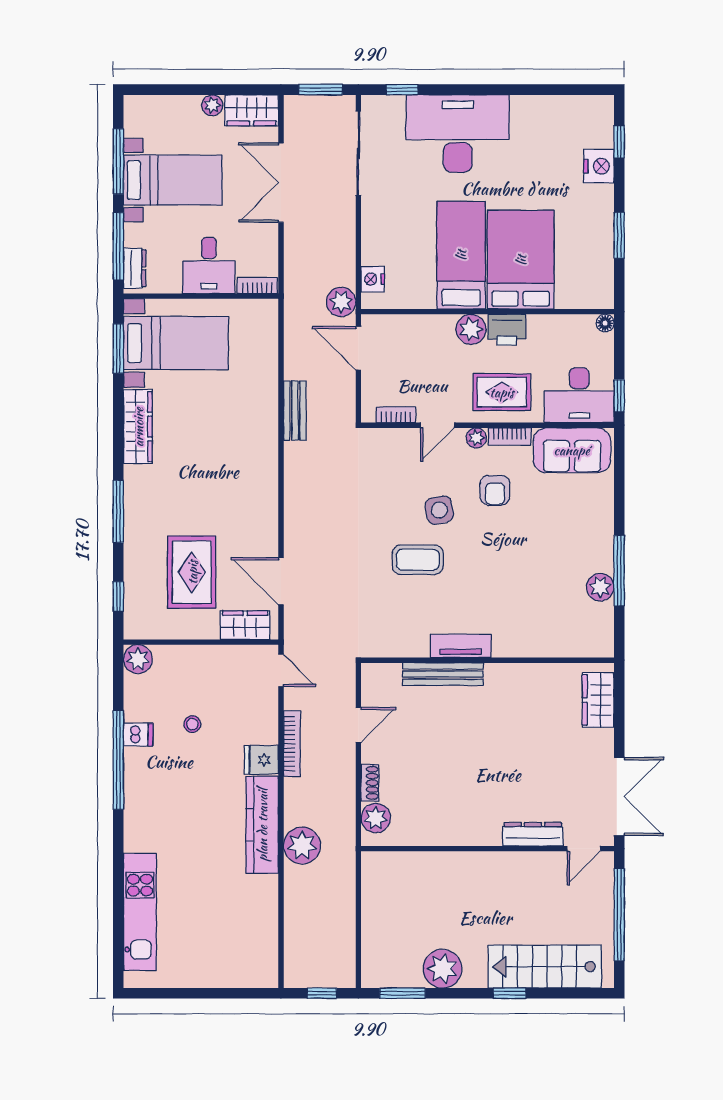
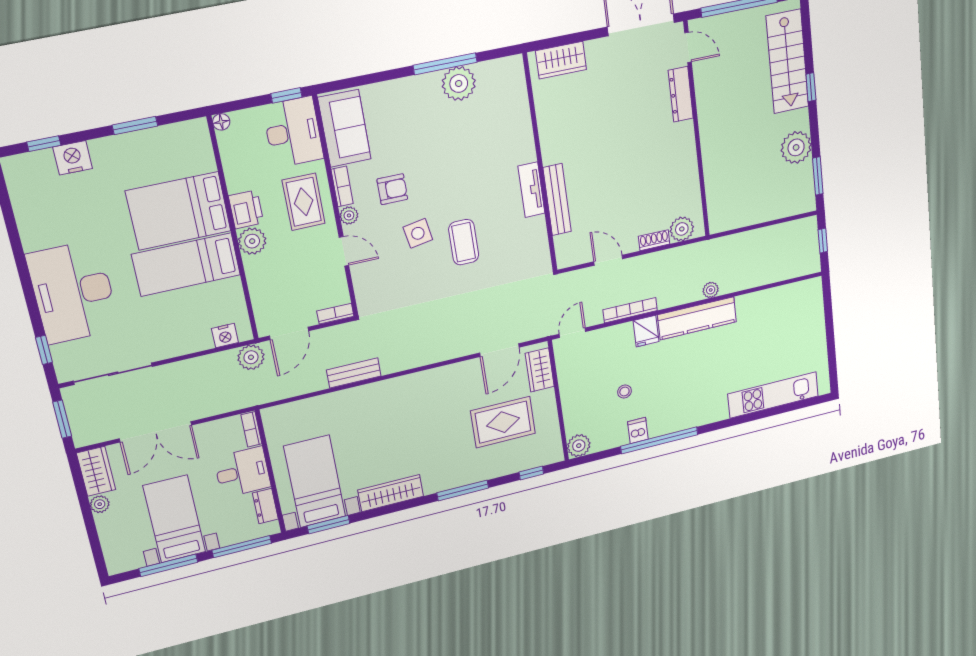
dresser: (135, 268) -> (265, 506), moved, turned -90
bookcase: (396, 415) -> (335, 314), moved, turned 90
plant: (600, 587) -> (459, 83), width x1.36, depth x1.36
plant: (302, 845) -> (711, 290), width x0.53, depth x0.53

